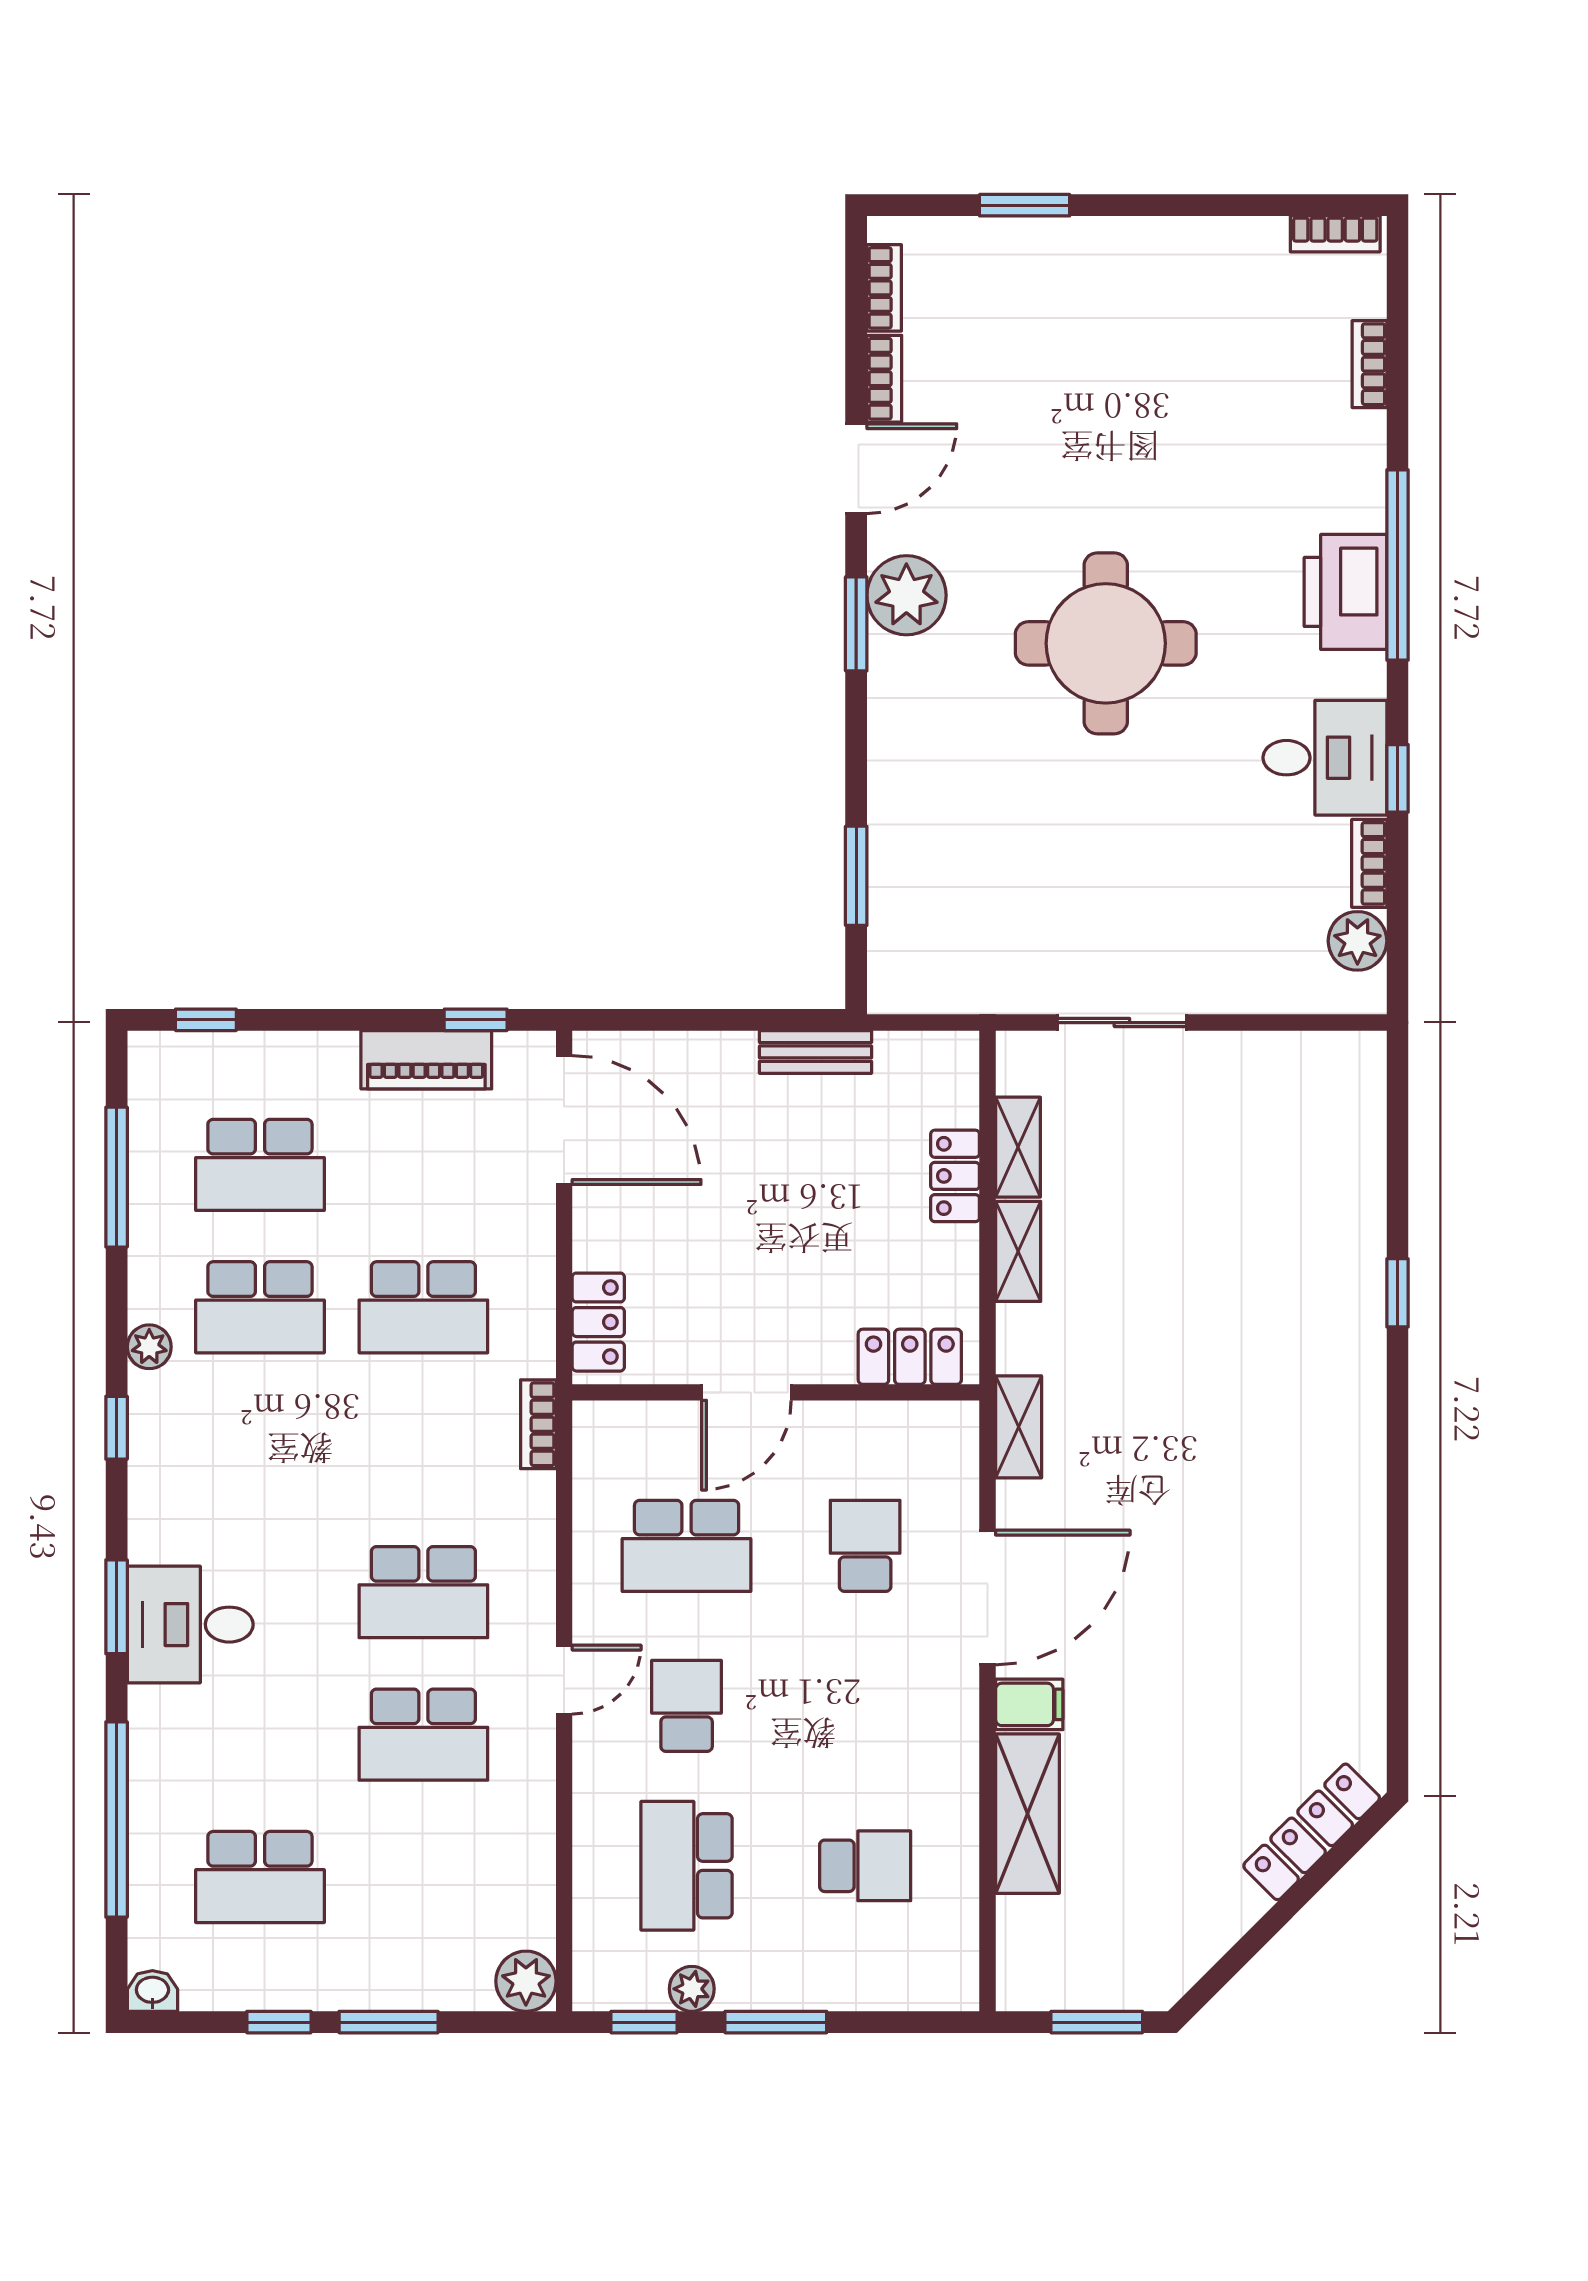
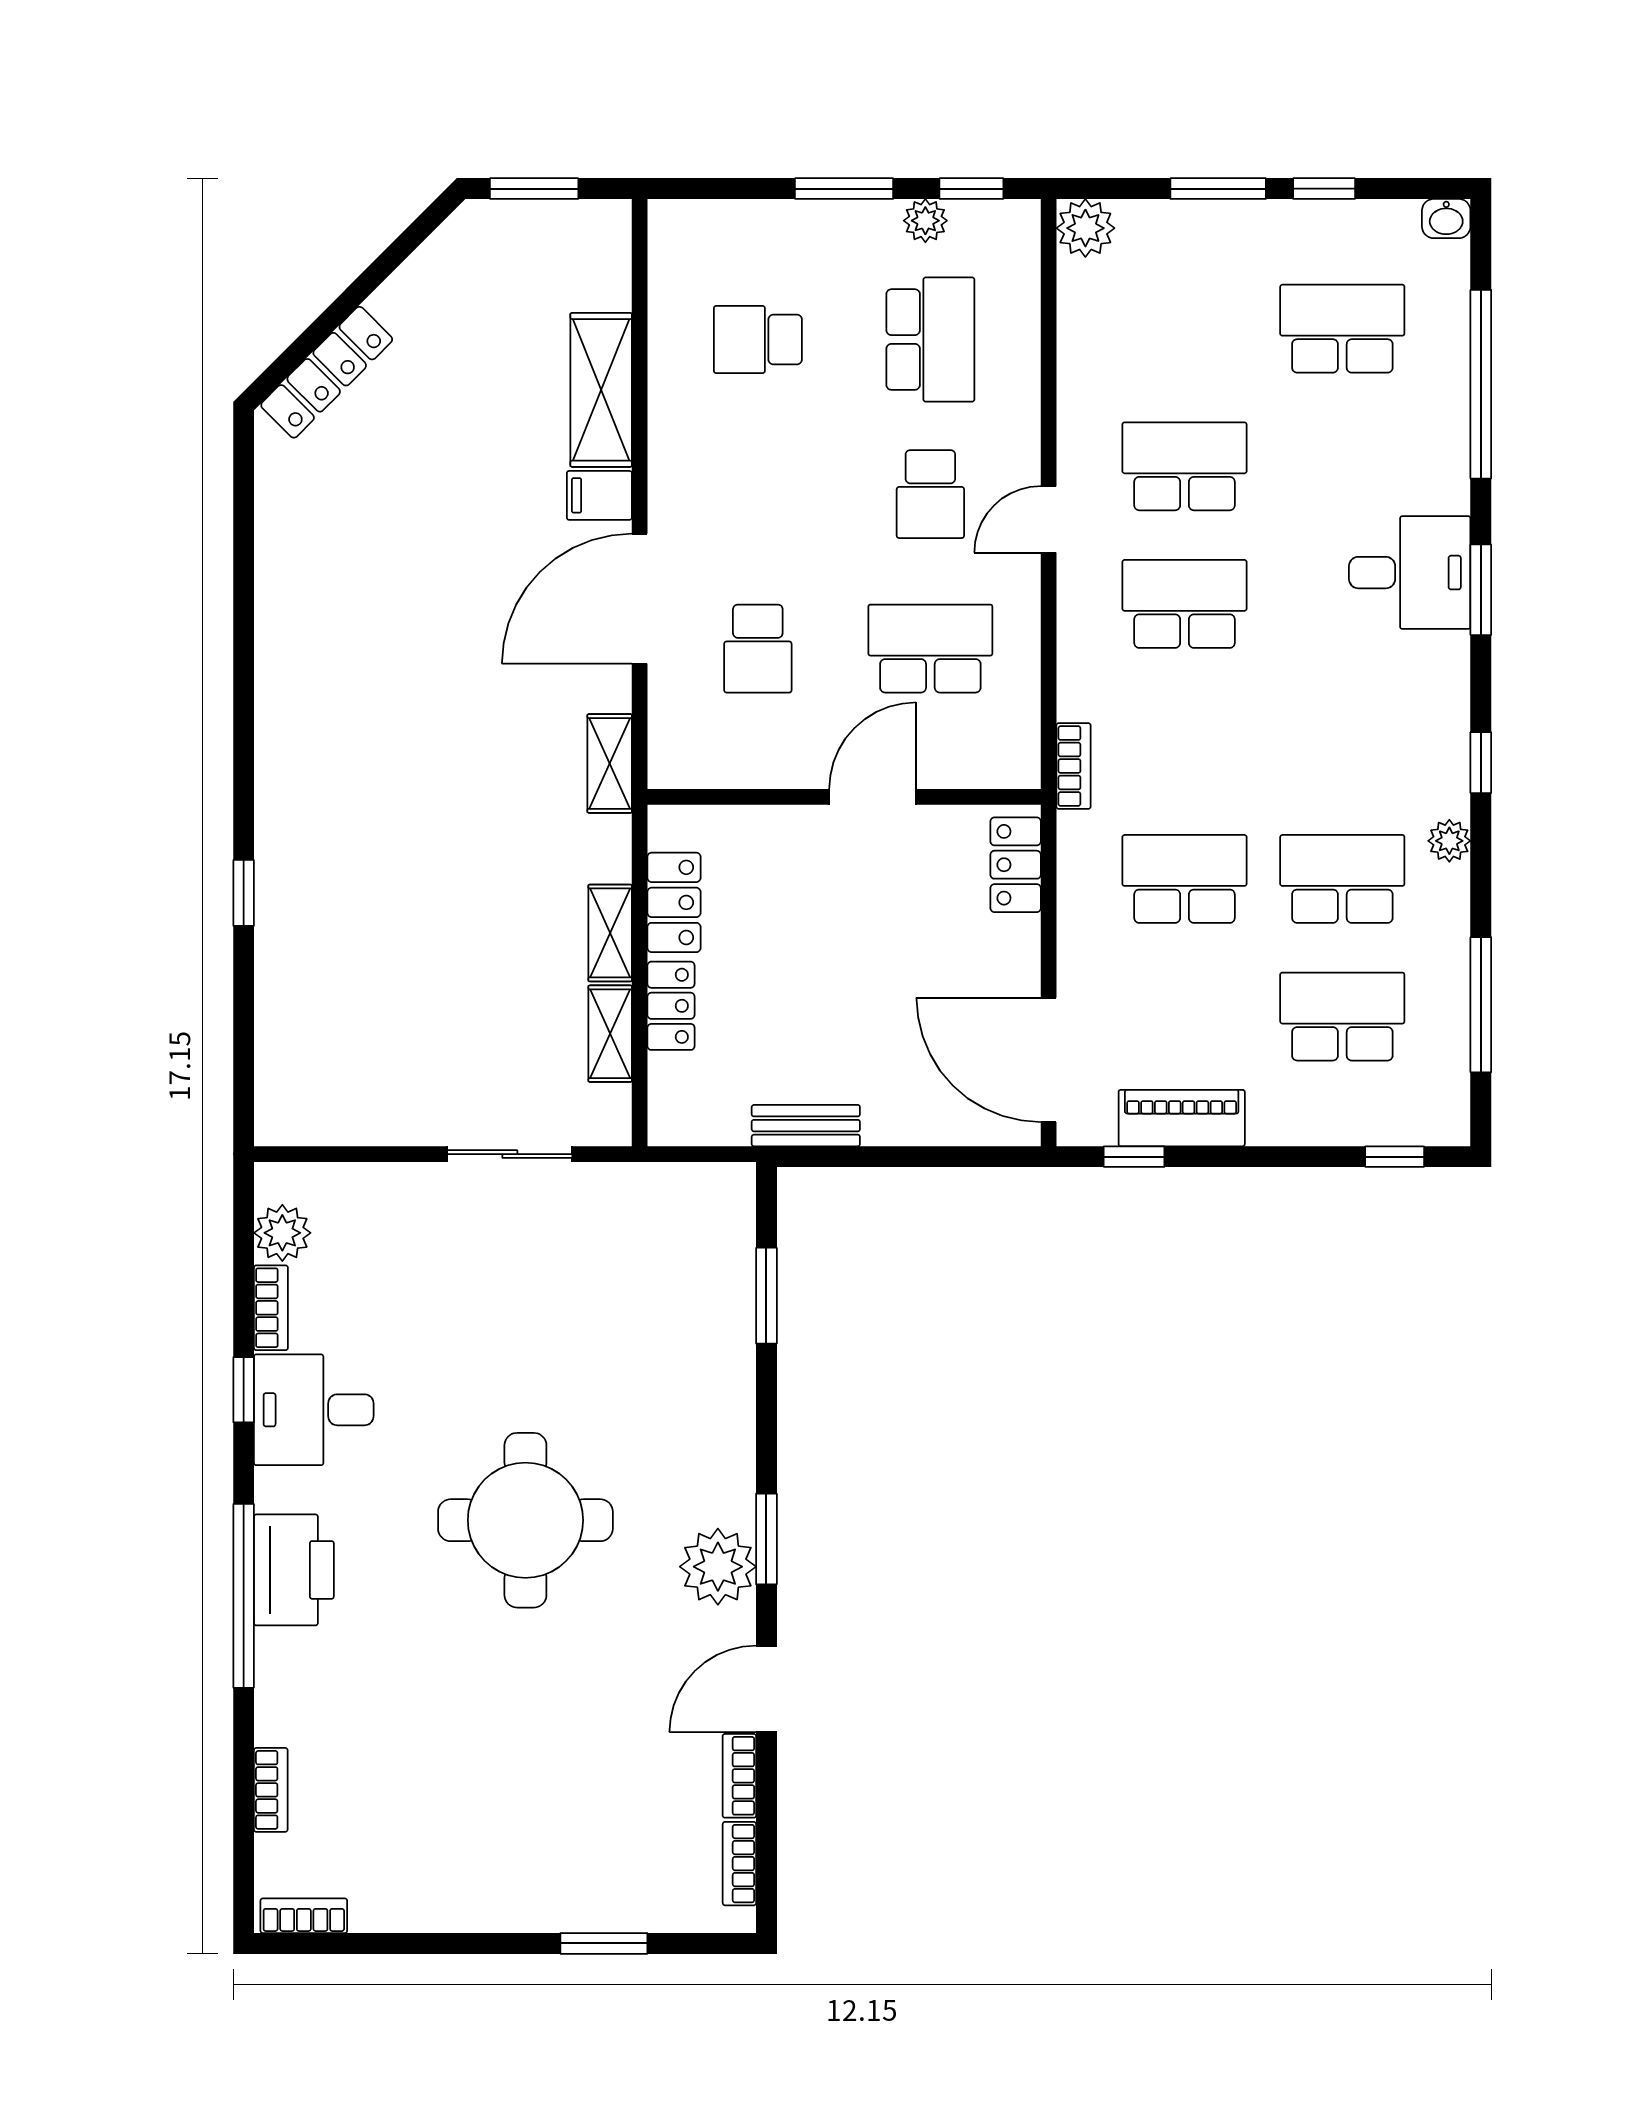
locker: (910, 1357) -> (674, 902), moved, turned -90

